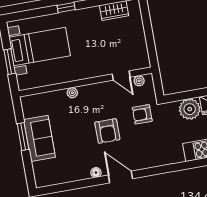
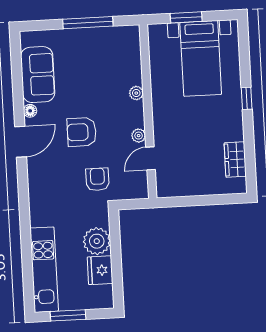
plant: (139, 81) -> (139, 136), moved
window: (23, 136) -> (88, 23), width x1.44
sofa: (39, 138) -> (38, 75), moved, turned -90

